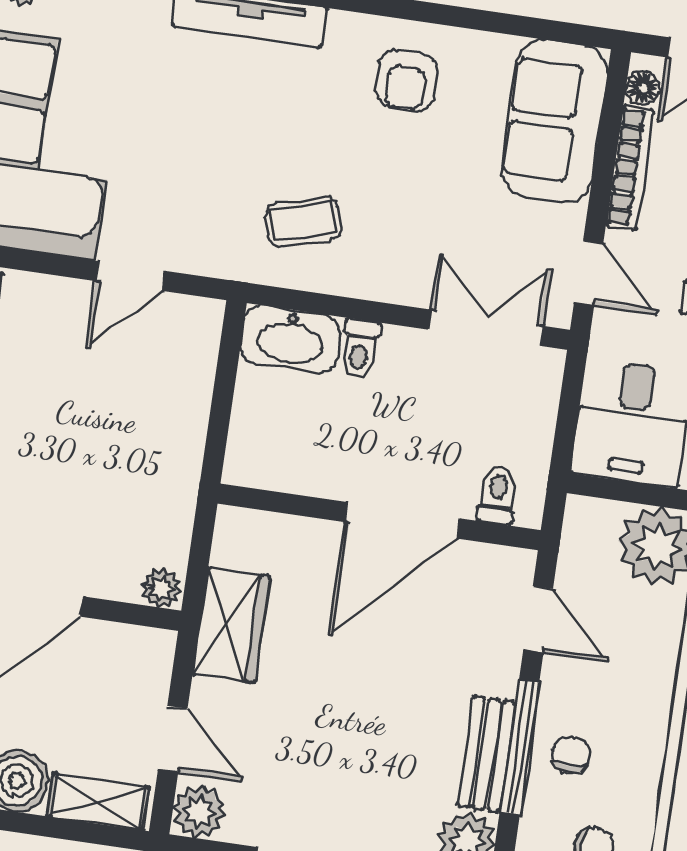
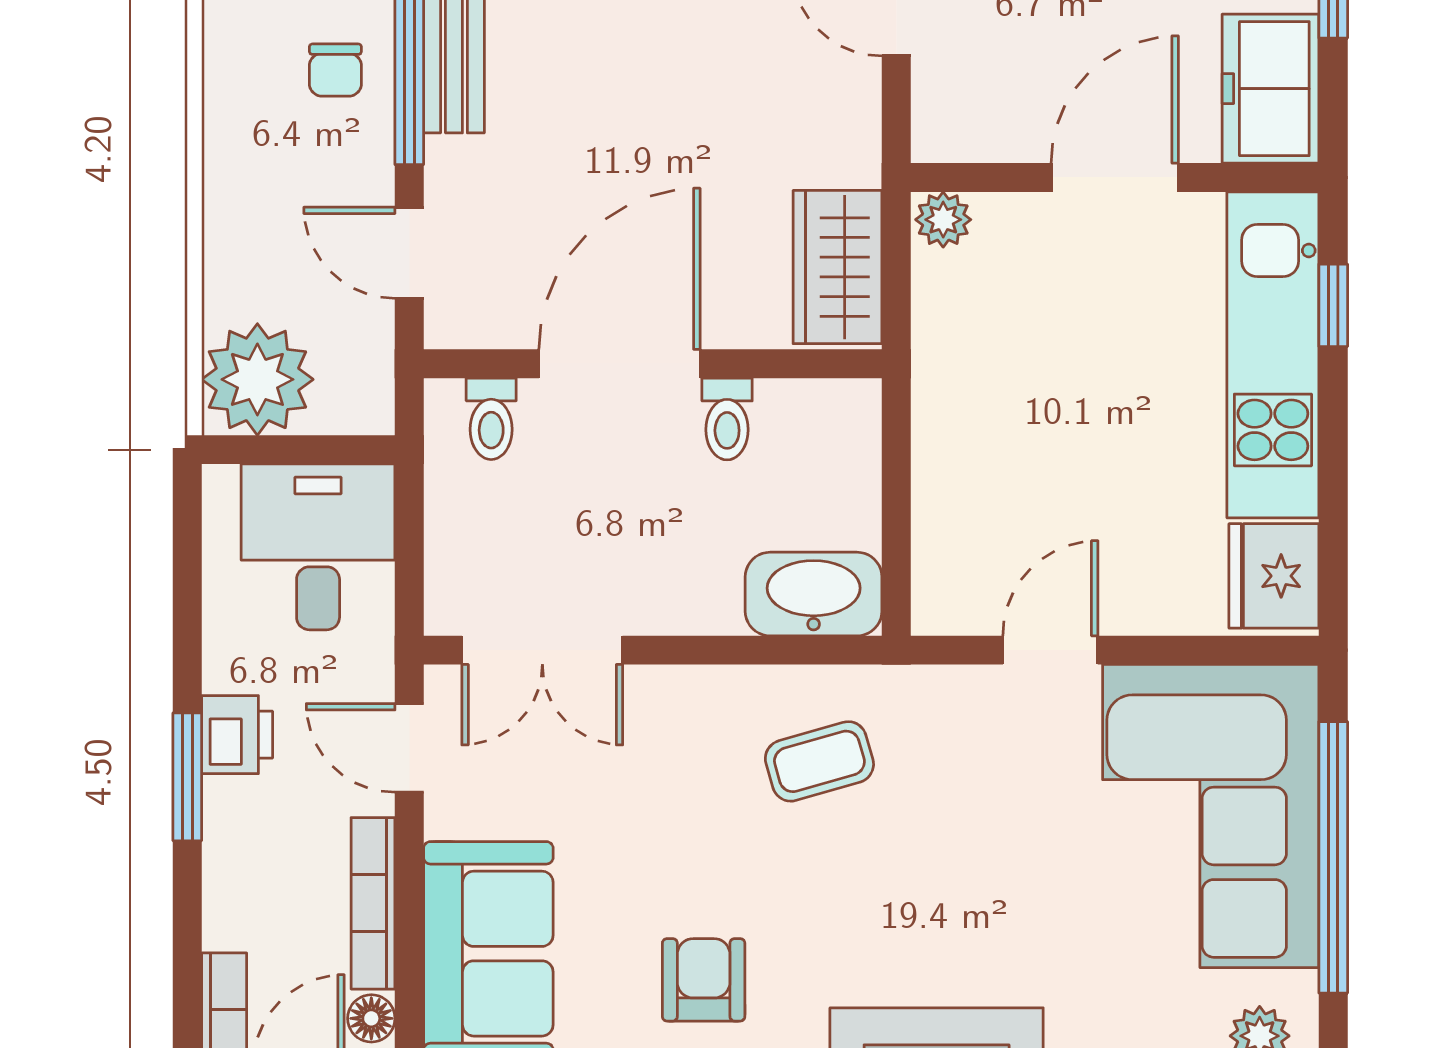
toilet: (360, 349) -> (727, 419), moved, turned 180
wardrobe: (231, 625) -> (838, 267), moved

